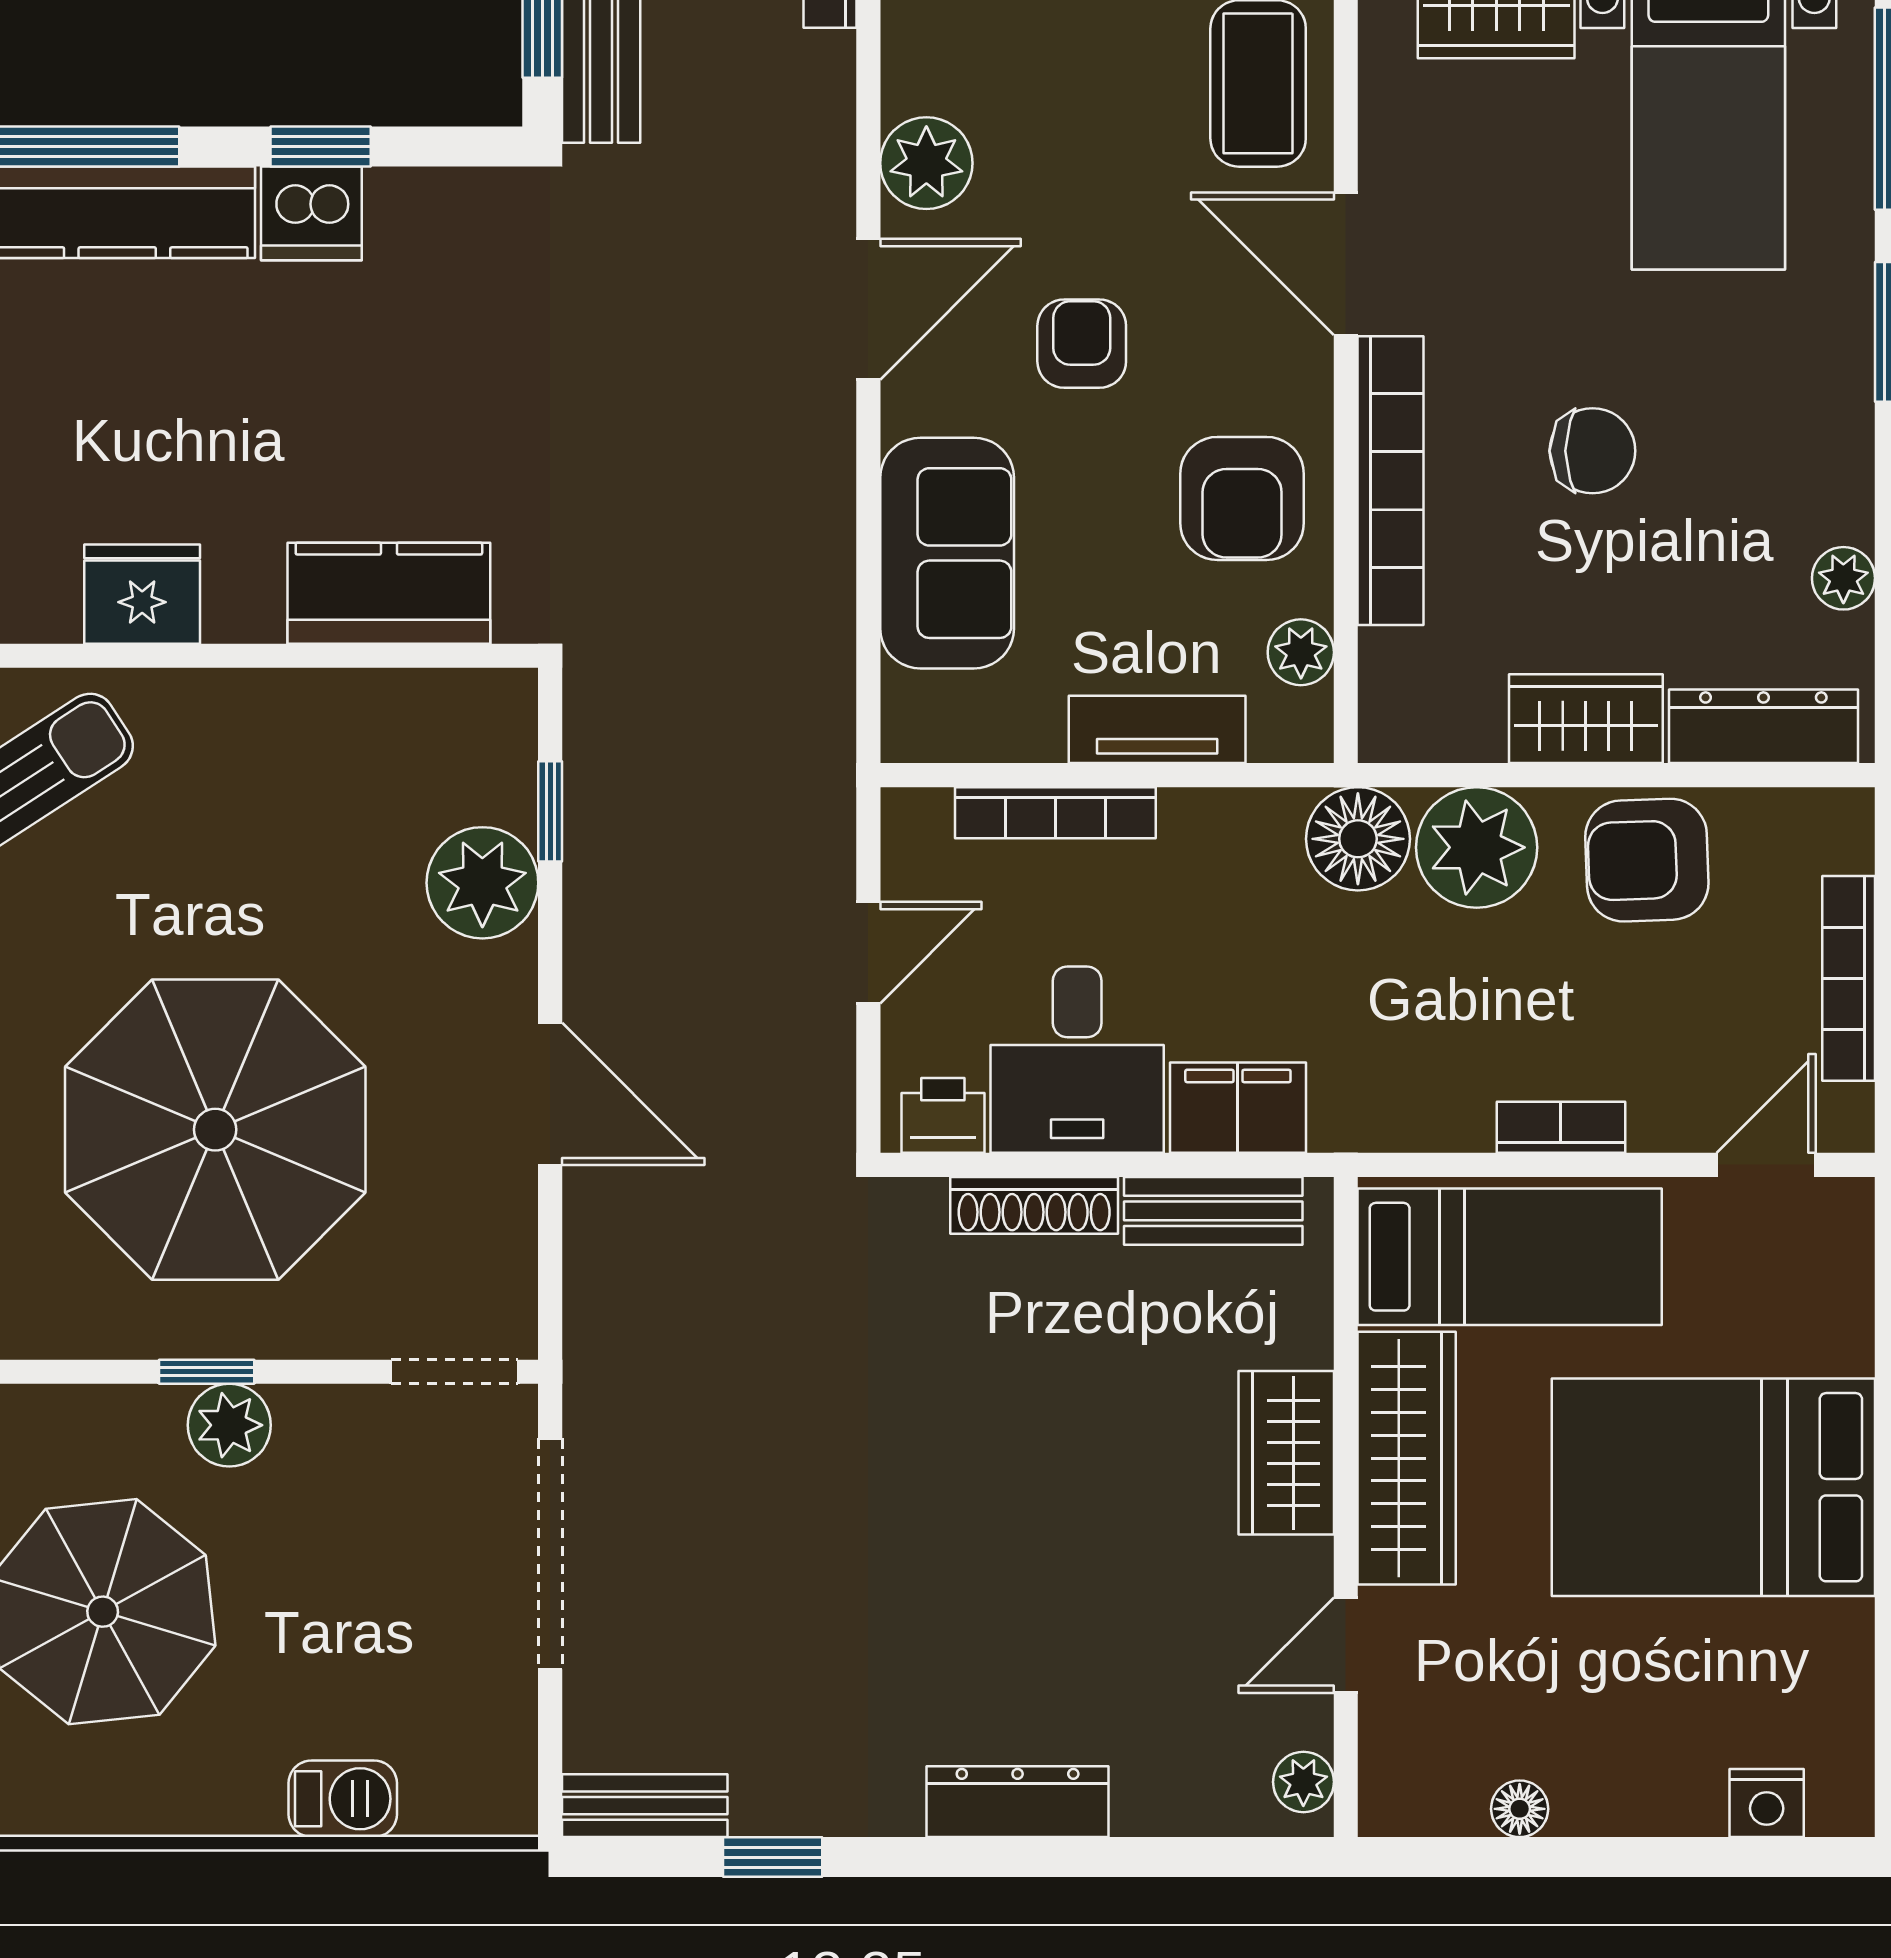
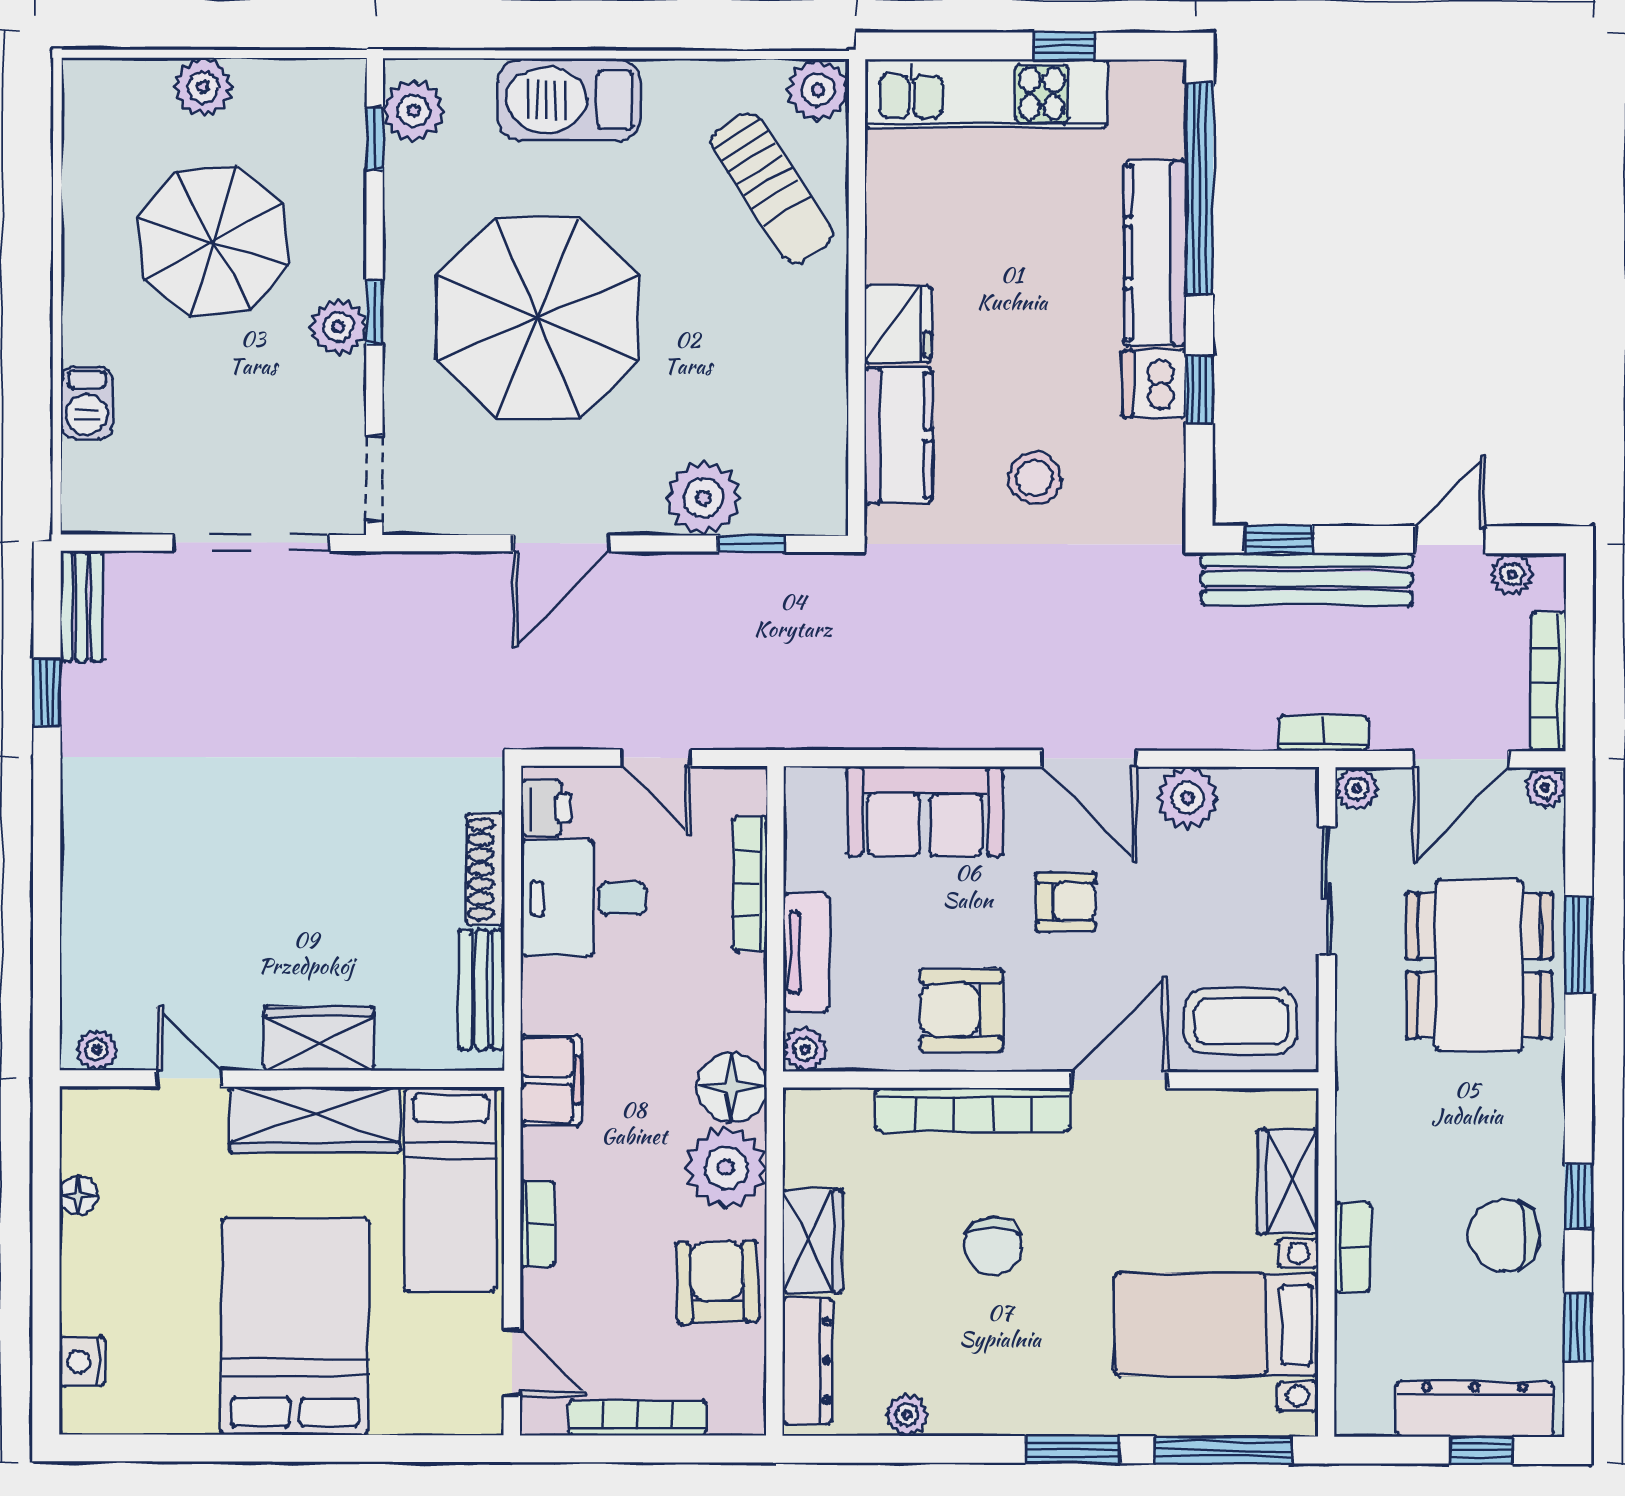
stool: (452, 391) -> (1034, 478), added
fridge: (142, 594) -> (898, 324), moved
plant: (1301, 652) -> (805, 1049), moved
filing cabinet: (1238, 1108) -> (551, 1080), moved
dresser: (1018, 1802) -> (84, 857), removed

